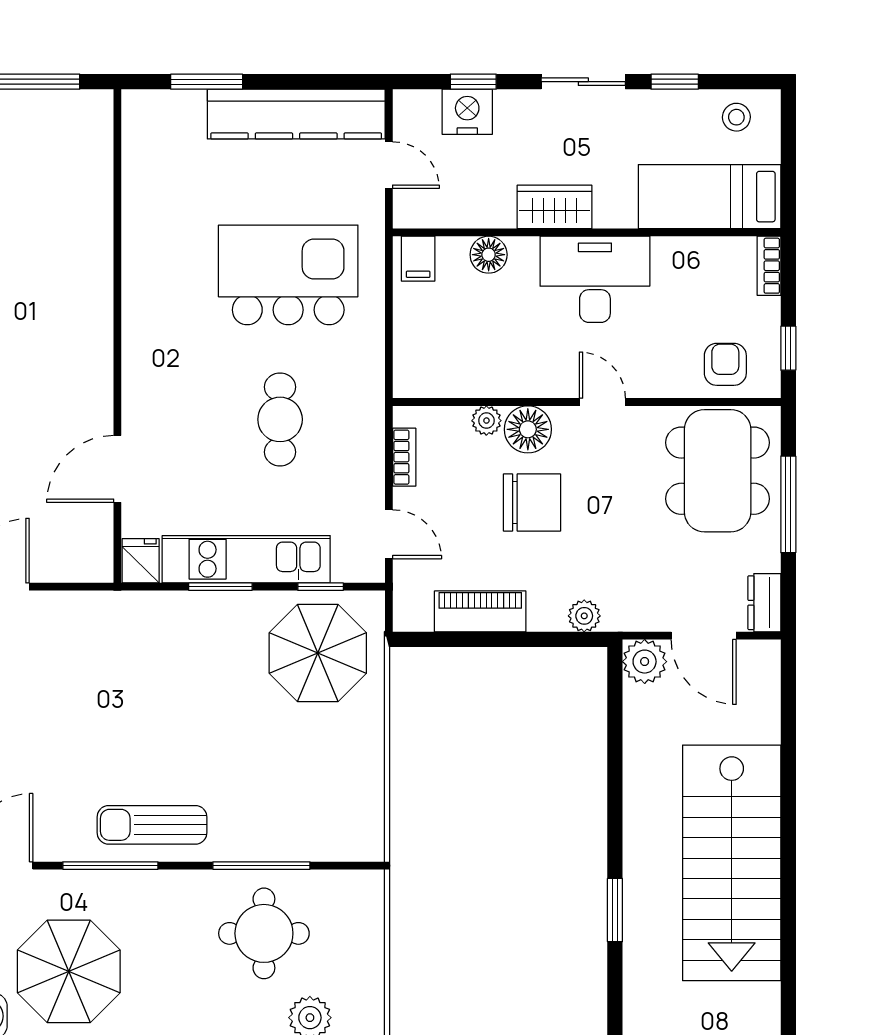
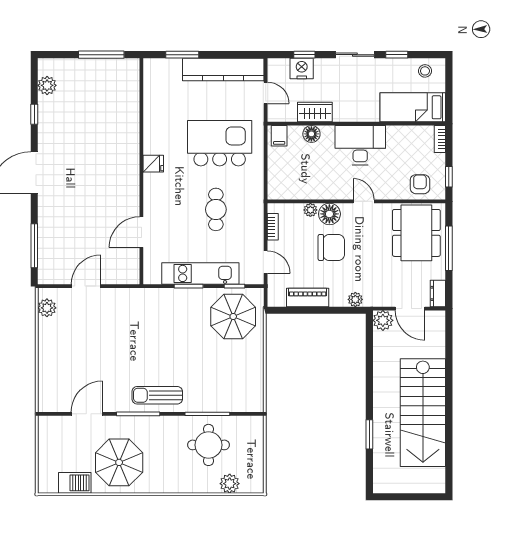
wardrobe: (555, 207) -> (315, 112), moved
fridge: (141, 561) -> (153, 164), moved, turned 90

